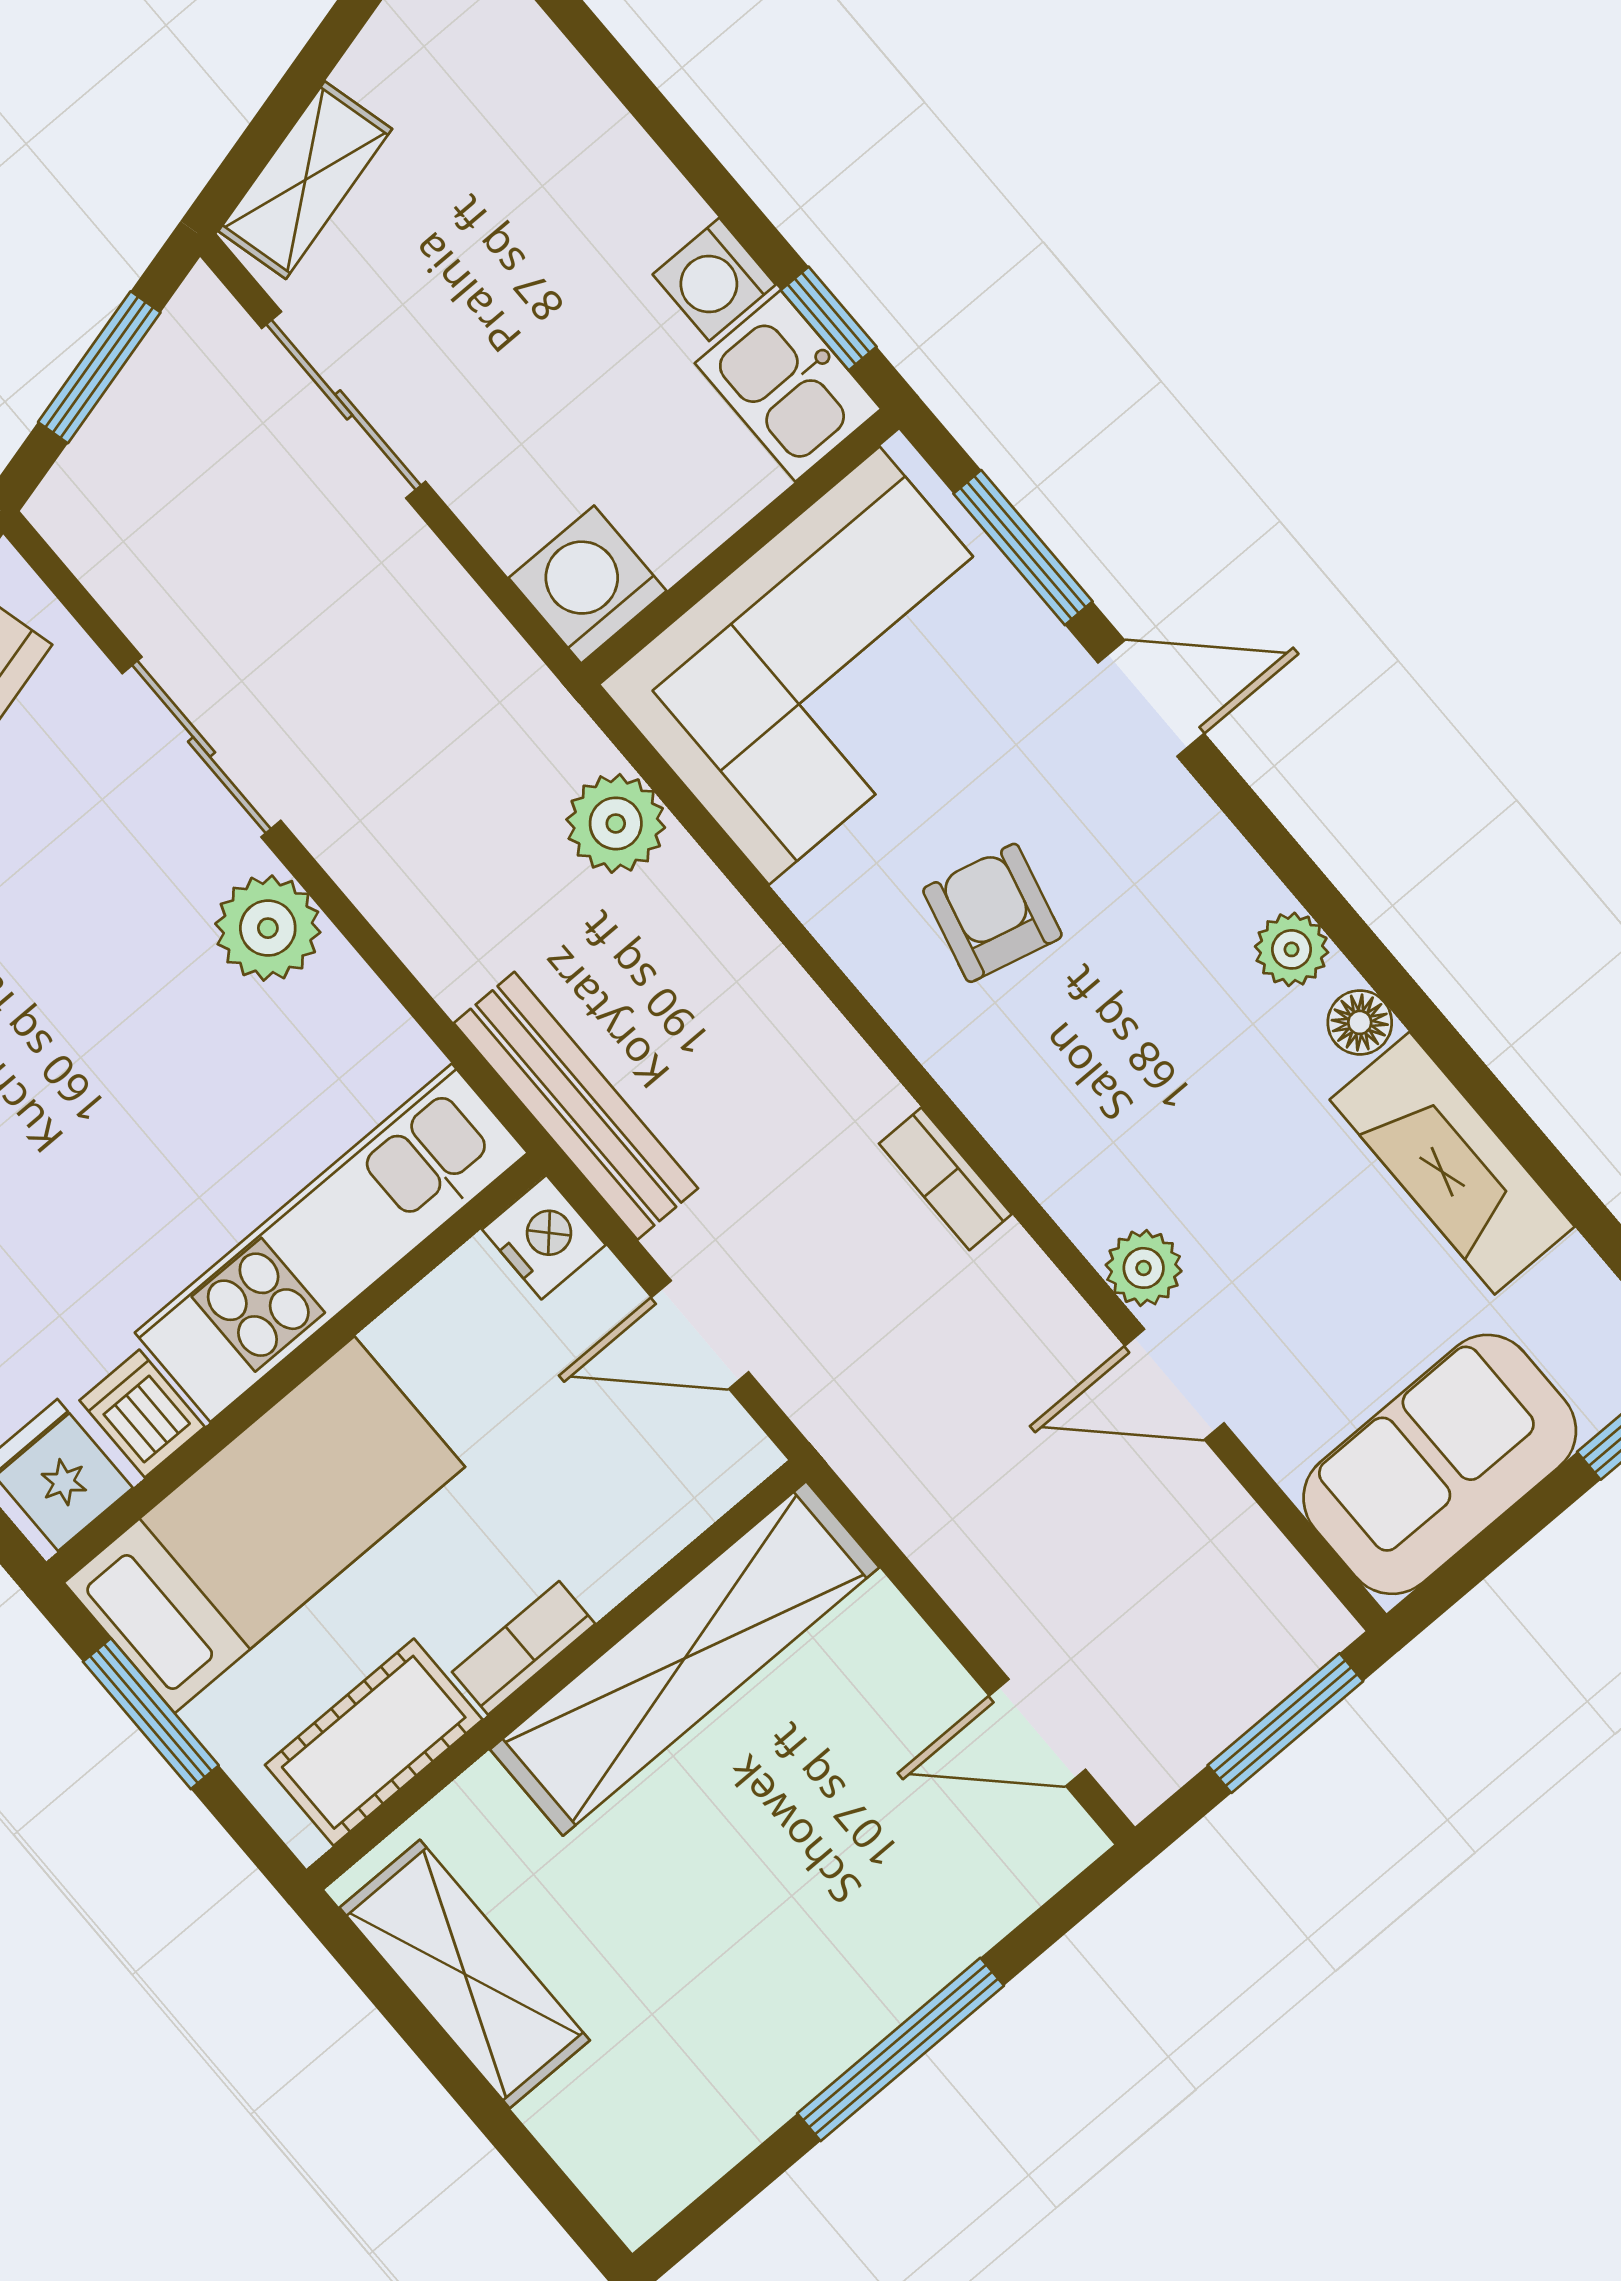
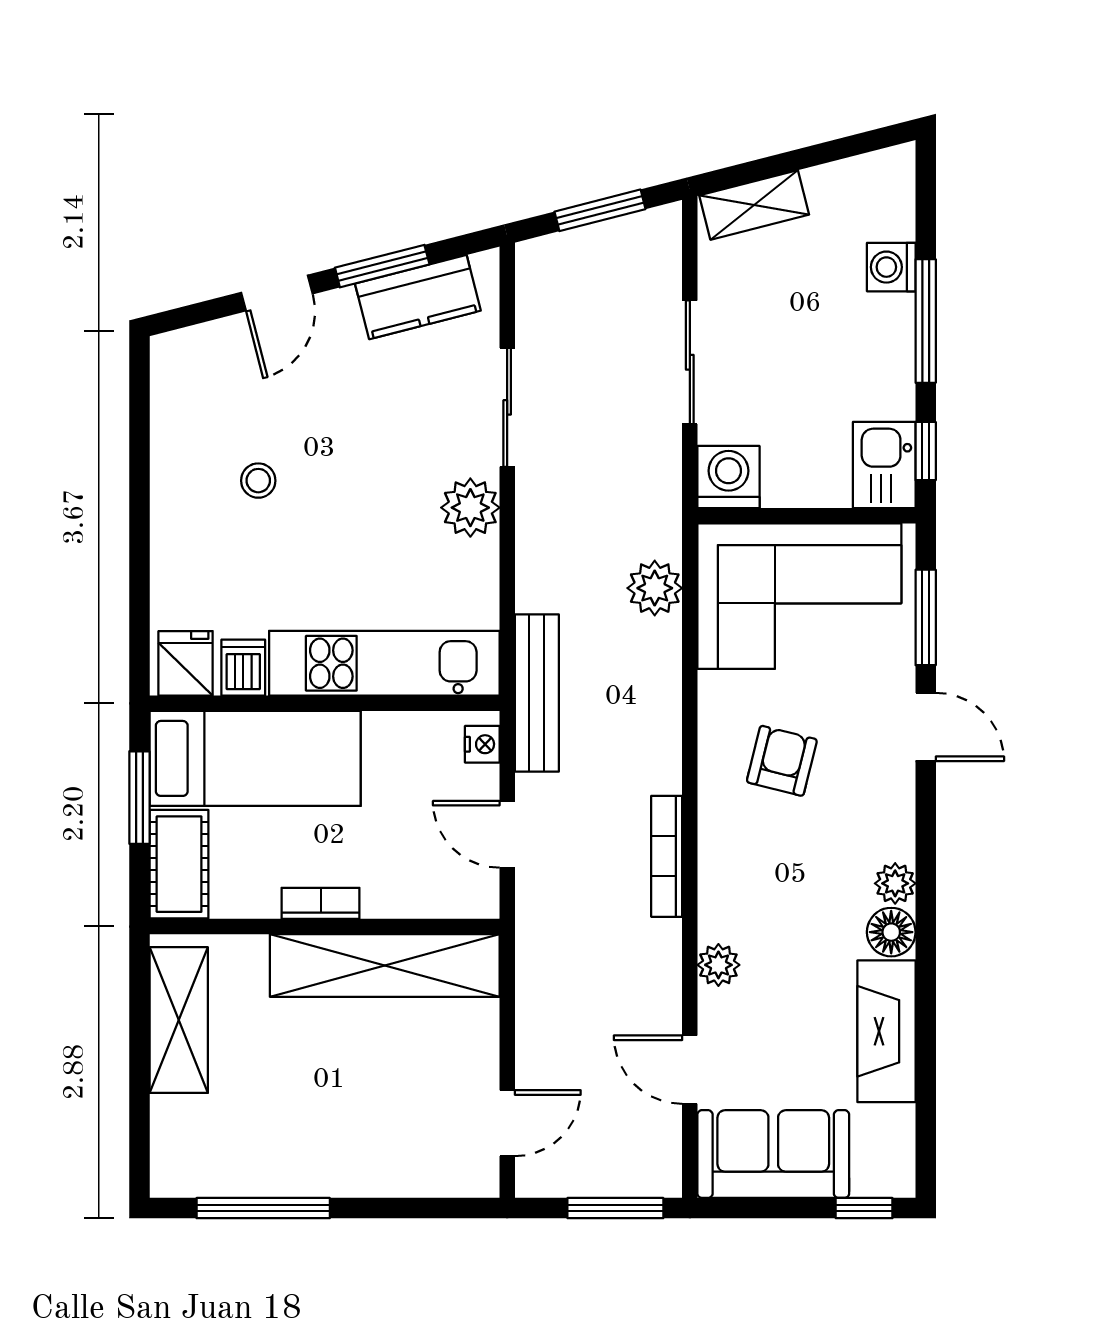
window: (677, 139) -> (926, 321), added
washing machine: (714, 279) -> (891, 267), moved
sliding door: (344, 405) -> (690, 362), moved
floor lamp: (1360, 1022) -> (891, 932), width x1.37, depth x1.37
bookcase: (945, 1179) -> (667, 856), width x1.56
nightstand: (544, 1237) -> (482, 744), width x0.72, depth x0.74
door: (1174, 1384) -> (690, 1070), moved
door: (1037, 1733) -> (507, 1123), swing flipped
cot: (374, 1742) -> (179, 864), moved, turned 90
window: (901, 2049) -> (263, 1208), moved

